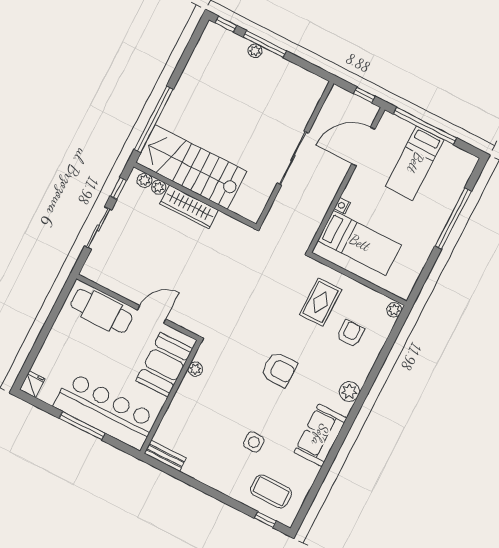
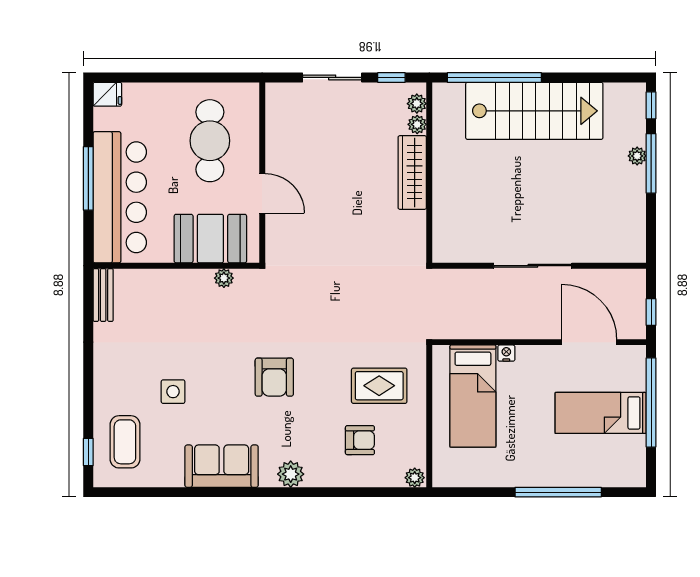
stairs: (191, 167) -> (534, 111), moved, turned 90
cafe table: (102, 311) -> (210, 141), moved

